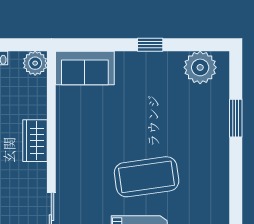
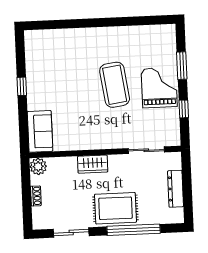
plant: (200, 67) -> (36, 50), removed
window: (236, 118) -> (71, 24), removed

